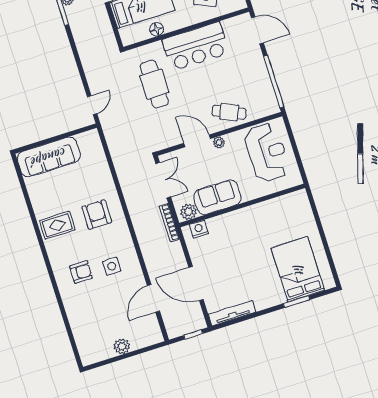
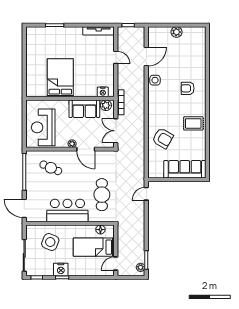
floor lamp: (157, 29) -> (100, 230), moved
cafe table: (229, 112) -> (51, 168), moved
armchair: (97, 215) -> (163, 138), moved, turned -60
side table: (112, 266) -> (155, 80), moved
bed: (298, 269) -> (60, 78), moved, turned 180
door: (196, 283) -> (116, 57), width x0.53

